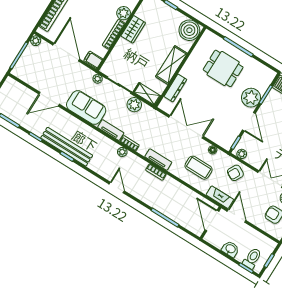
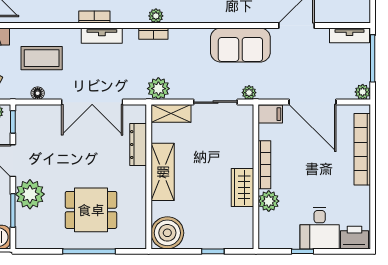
plant: (134, 105) -> (158, 89), moved
tv unit: (111, 130) -> (350, 35), moved

